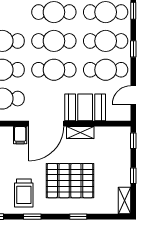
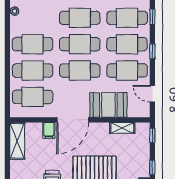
door: (133, 95) -> (152, 94), hinge flipped
shelving: (80, 133) -> (122, 128), moved

